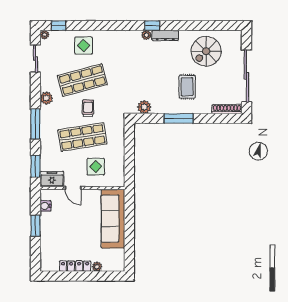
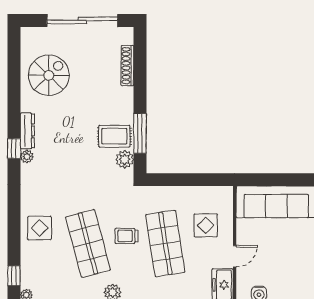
display table: (84, 46) -> (40, 228), moved
spiral stairs: (206, 51) -> (49, 75), turned -90
rug: (187, 87) -> (114, 136), moved
shoe rack: (227, 109) -> (127, 66), moved
window: (179, 118) -> (140, 134), moved

